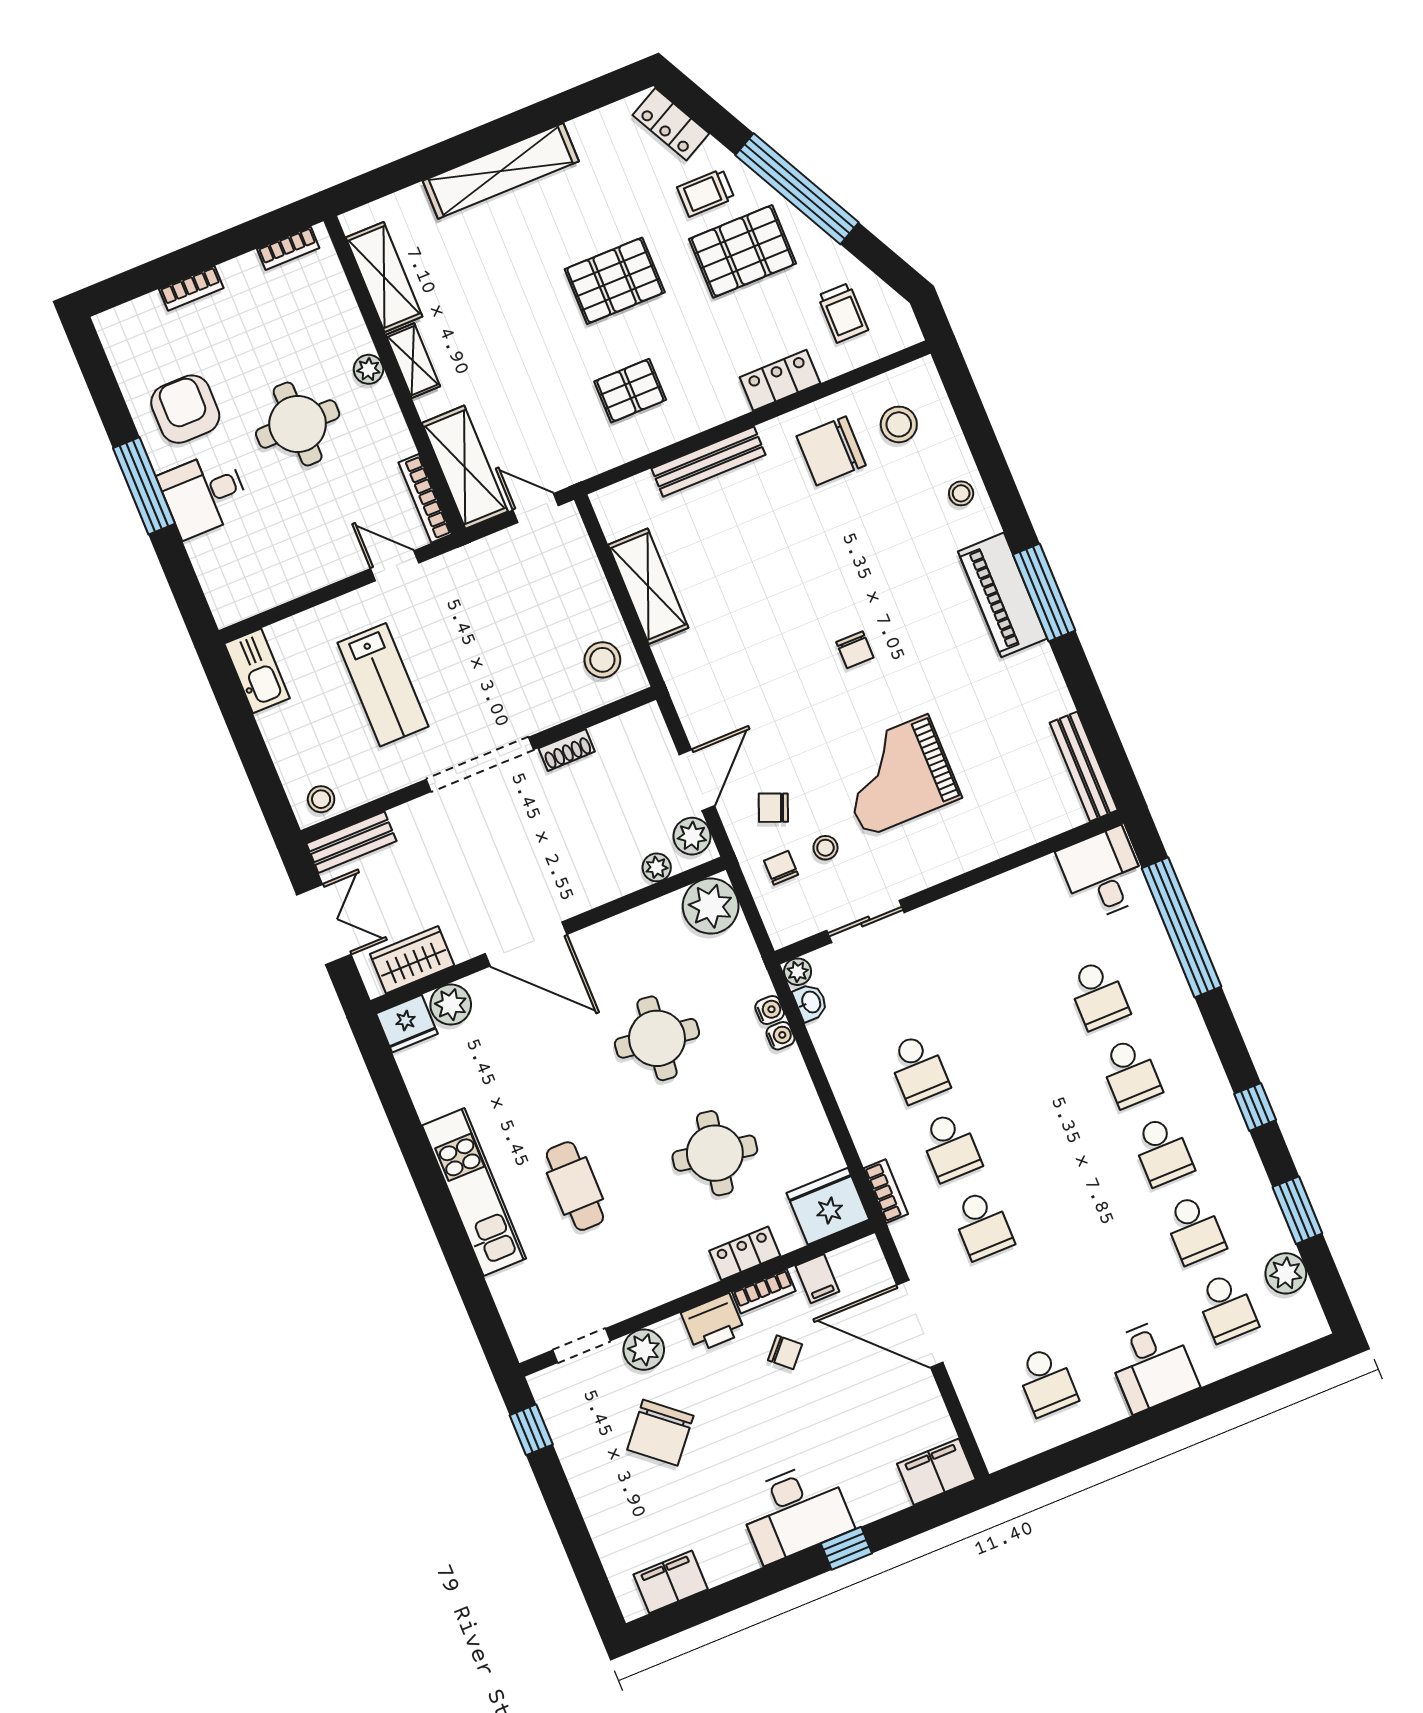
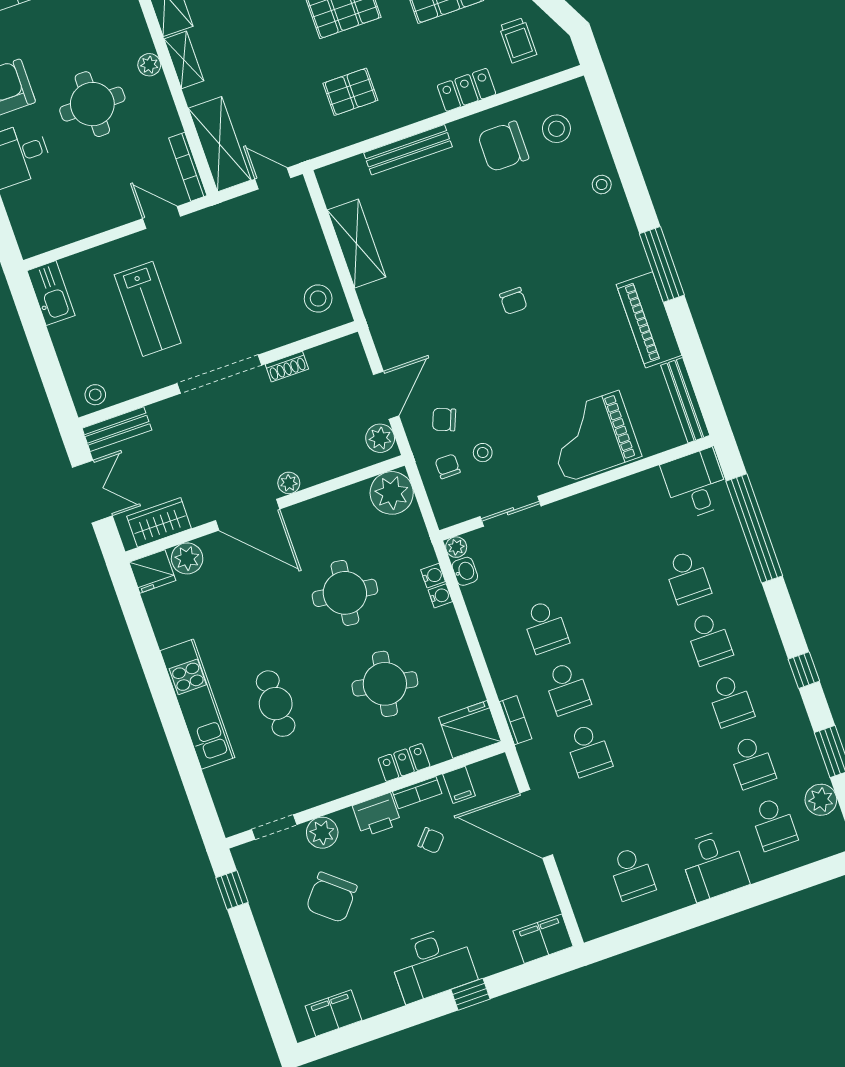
piano: (1003, 595) -> (649, 320), moved
grand piano: (896, 776) -> (592, 437), moved
plant: (657, 867) -> (289, 483), moved

